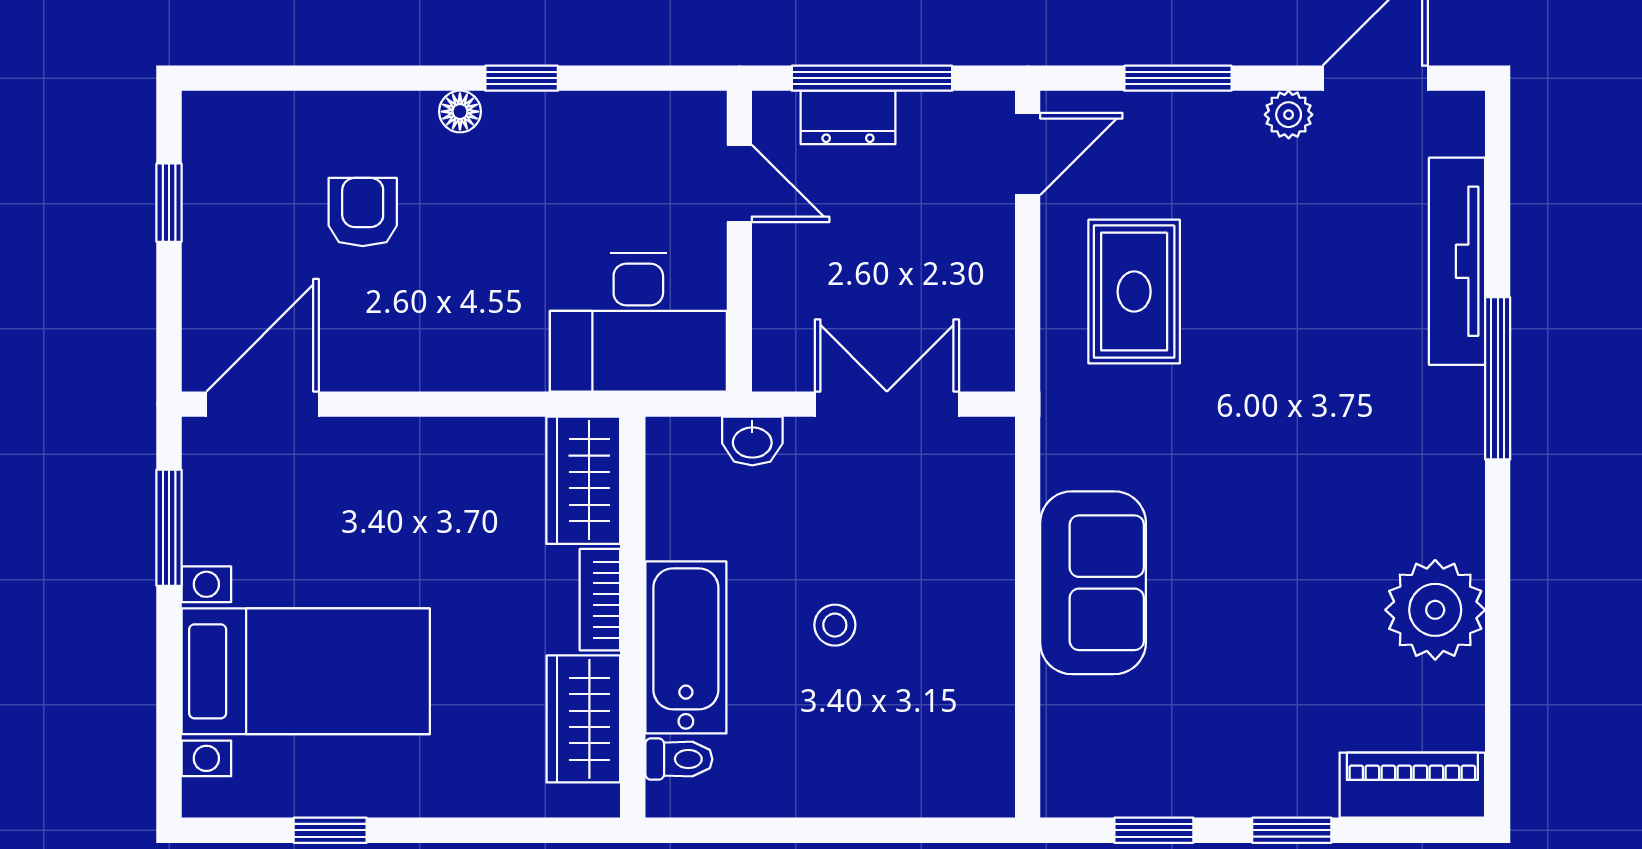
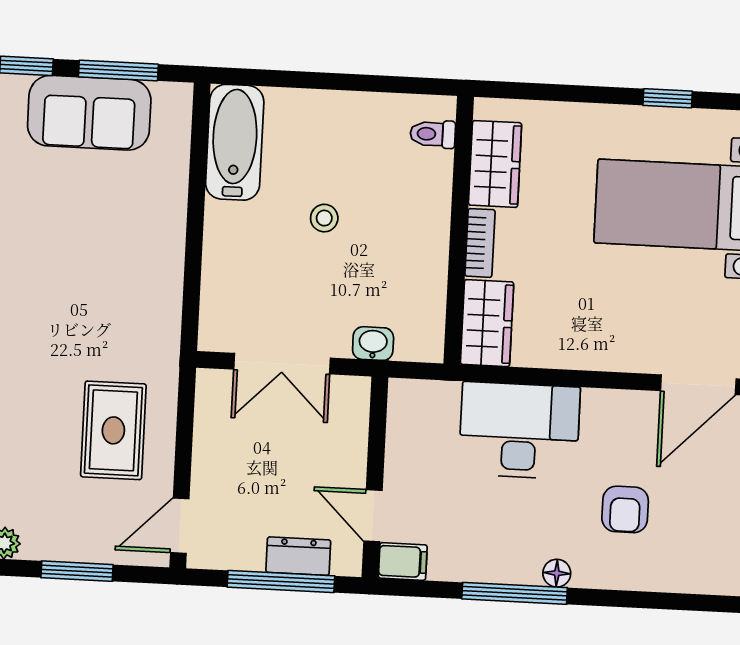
window: (522, 78) -> (515, 593), width x2.17
filing cabinet: (691, 117) -> (403, 561), added
desk: (638, 322) -> (519, 431), moved
sofa: (1093, 583) -> (89, 113), moved, turned -90
bathtub: (686, 647) -> (235, 142), moved, turned 180
window: (1154, 830) -> (118, 70), width x1.50

